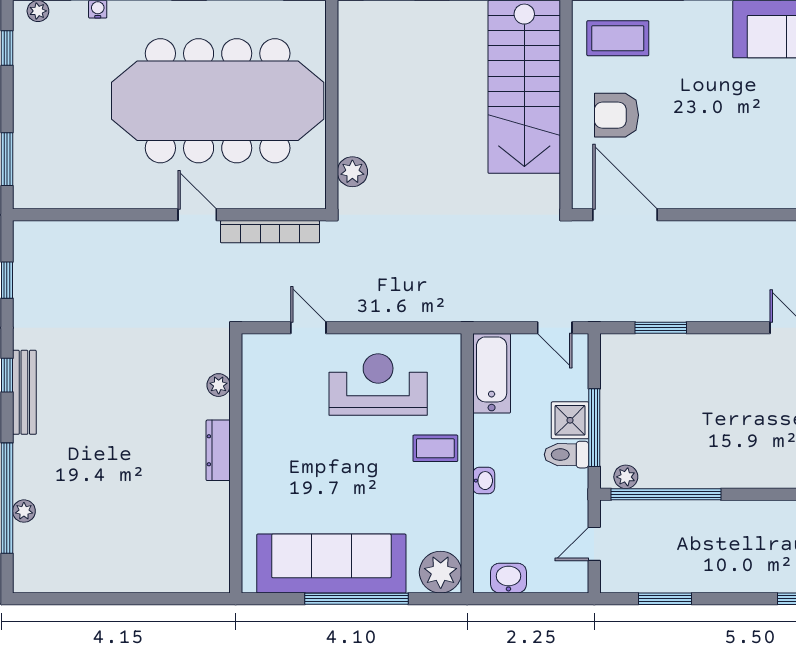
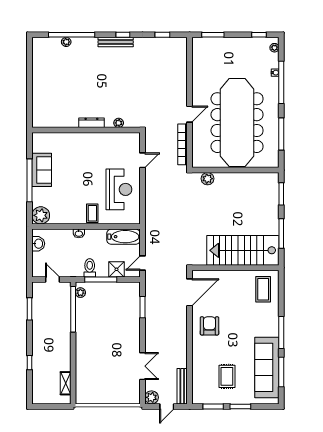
armchair: (616, 115) -> (209, 326), moved
shower: (570, 420) -> (117, 269), moved
sofa: (331, 564) -> (42, 170), width x0.54, depth x0.79

